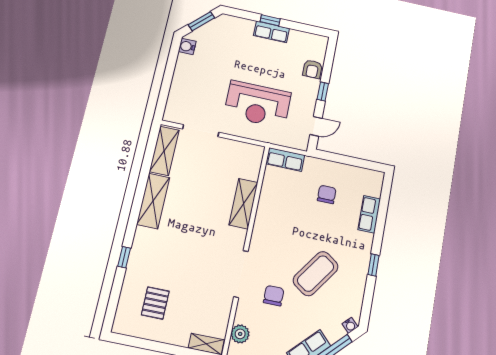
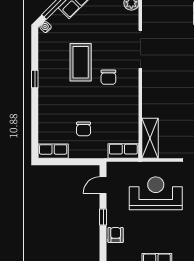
shelving: (243, 204) -> (150, 138), moved
row of seats: (369, 214) -> (53, 151), moved, turned -90
coffee table: (316, 274) -> (81, 62), turned -35
chair: (274, 296) -> (108, 77), moved

